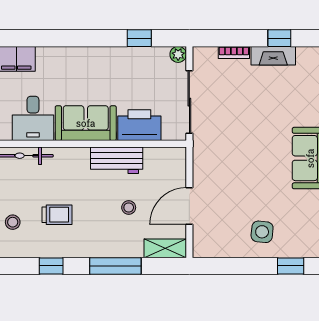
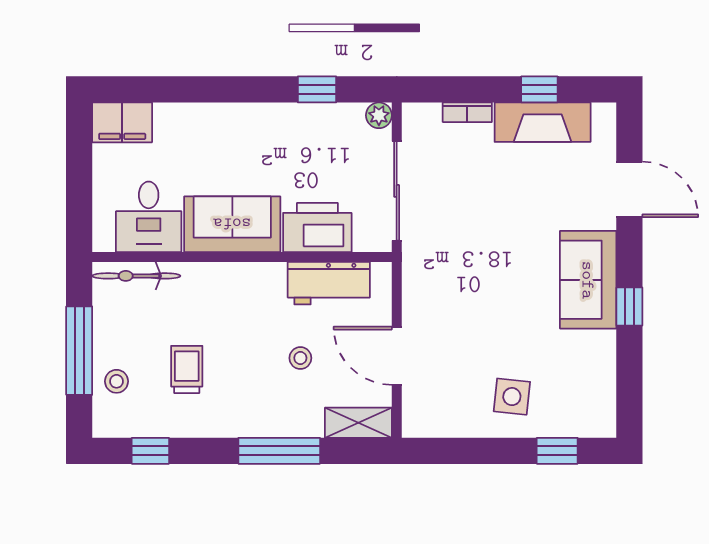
fireplace: (273, 56) -> (543, 122), width x1.37, depth x1.32
workbench: (117, 160) -> (329, 283), moved
door: (189, 206) -> (397, 356), hinge flipped
trolley: (57, 215) -> (187, 369), turned -90
window: (51, 266) -> (150, 451), moved

